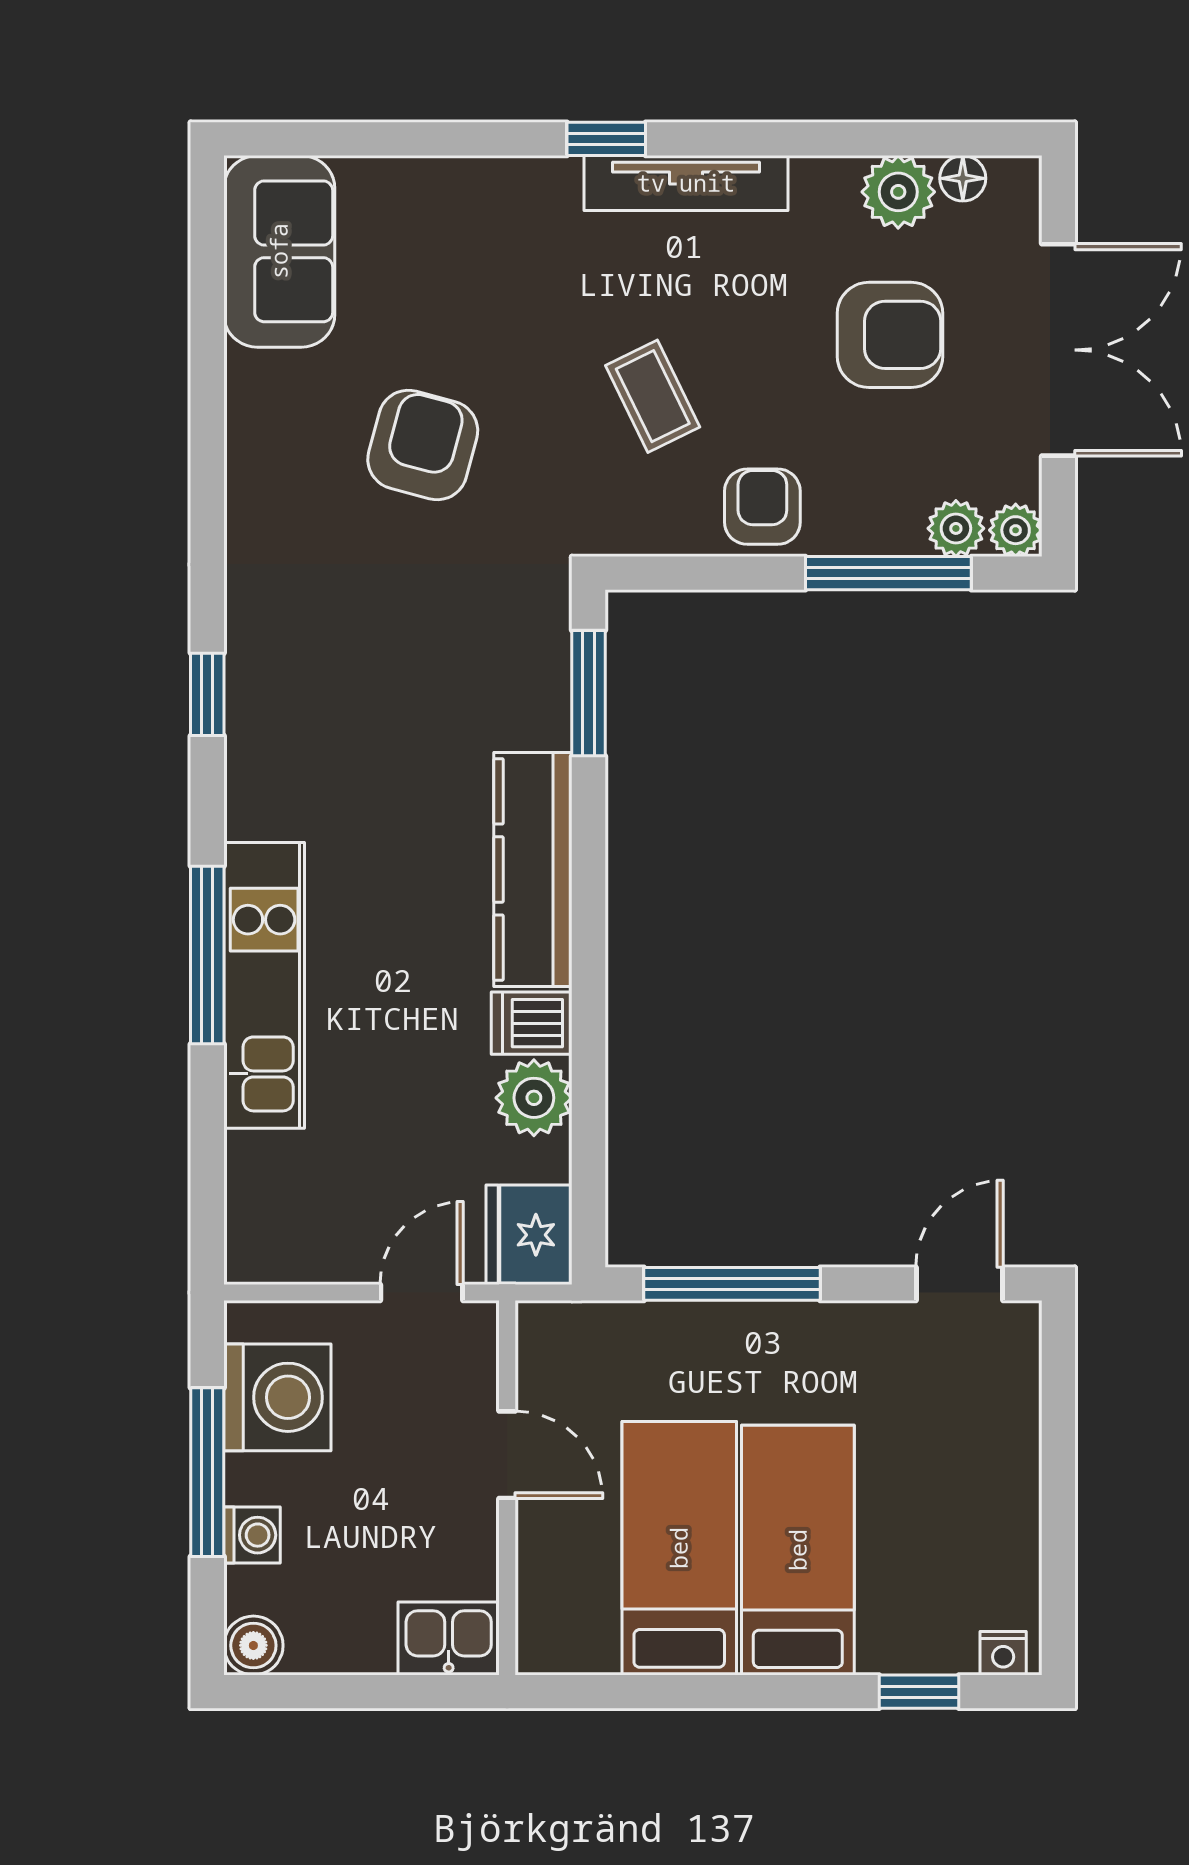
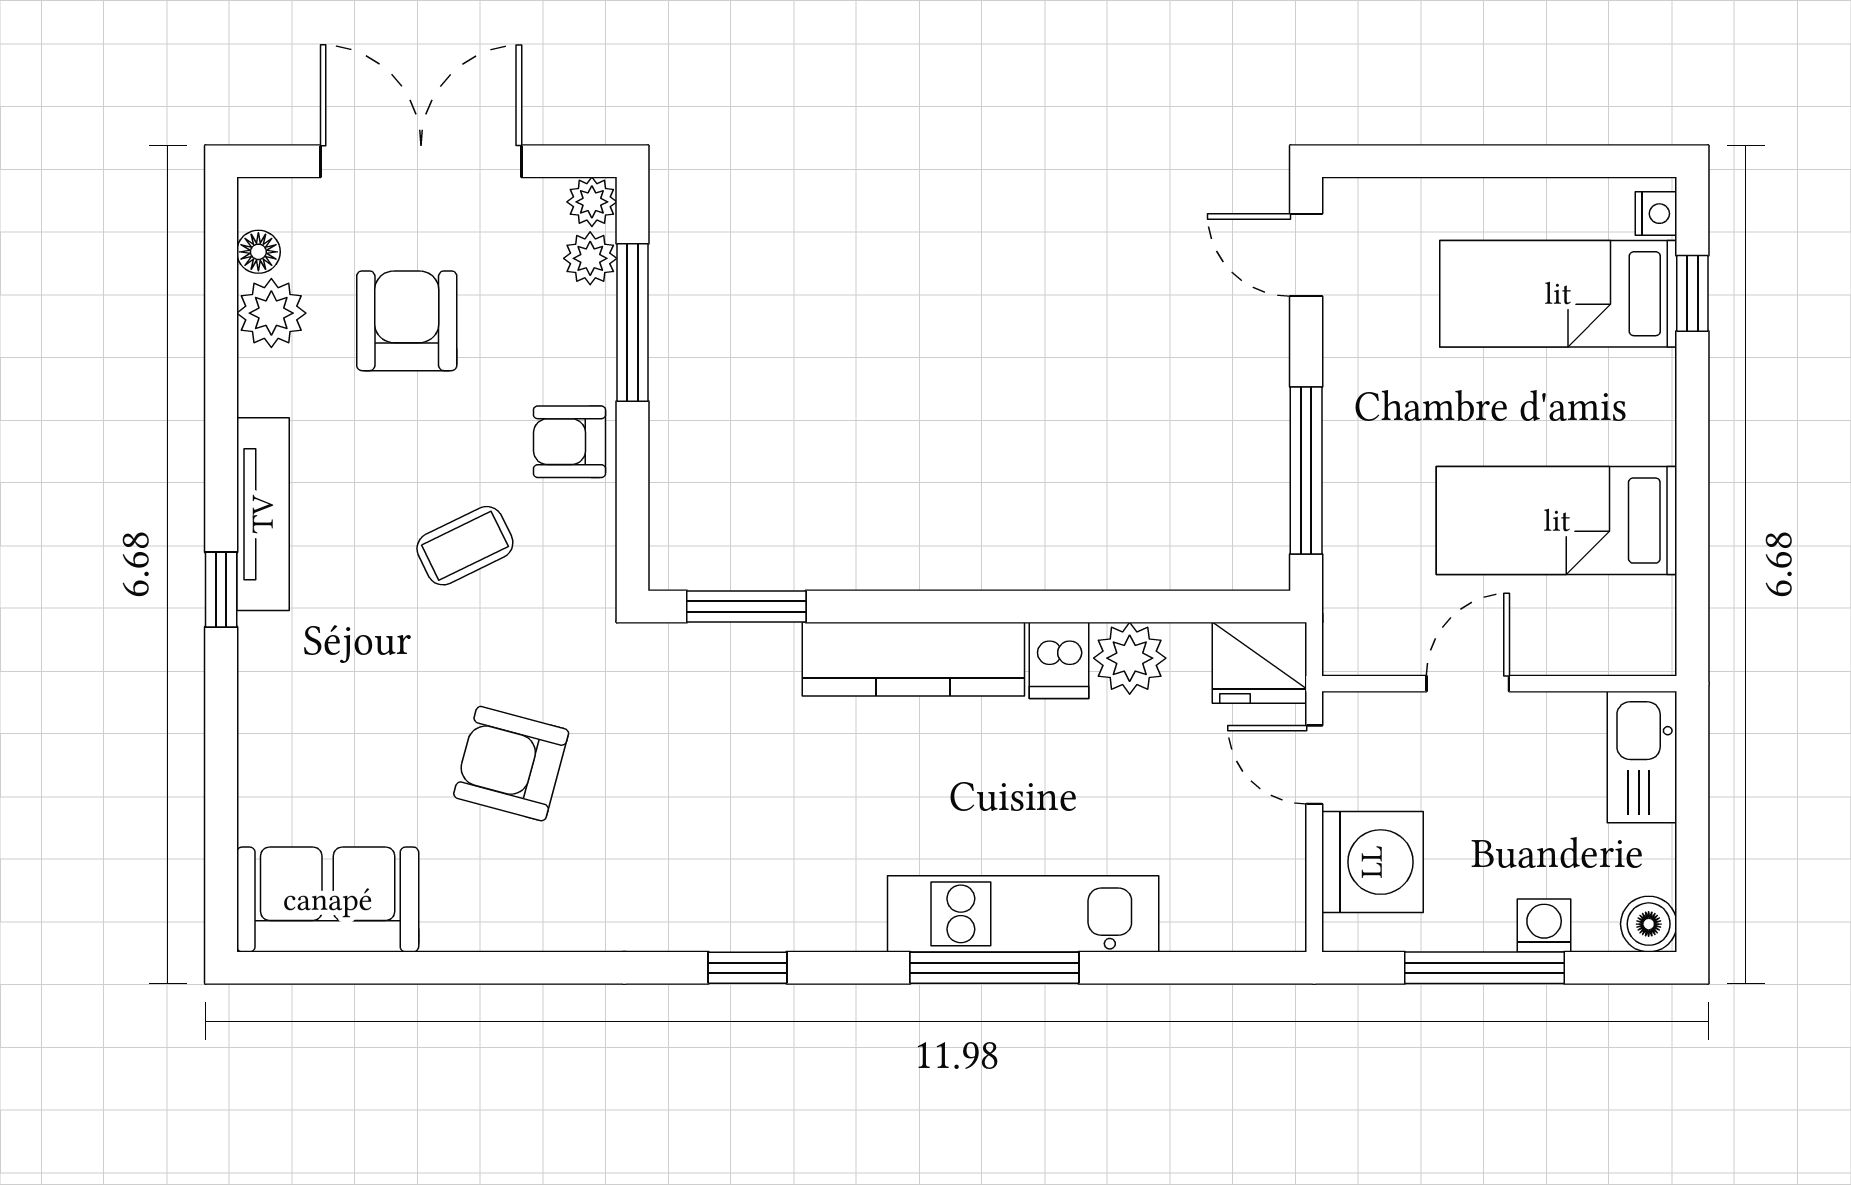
washing machine: (277, 1397) -> (1372, 862), moved, turned 90
bed: (798, 1550) -> (1558, 294), moved
kitchen sink: (449, 1638) -> (1642, 757), width x1.38

